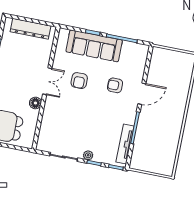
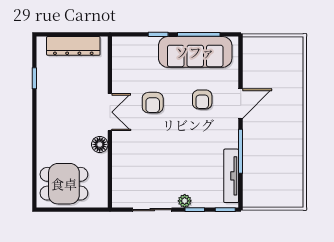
sofa: (94, 46) -> (195, 52), moved
armchair: (115, 85) -> (202, 99), turned -90

